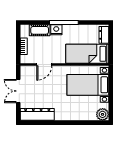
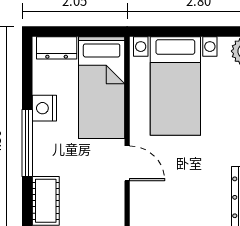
nightstand: (56, 30) -> (44, 108), moved
door: (44, 65) -> (127, 163), moved

